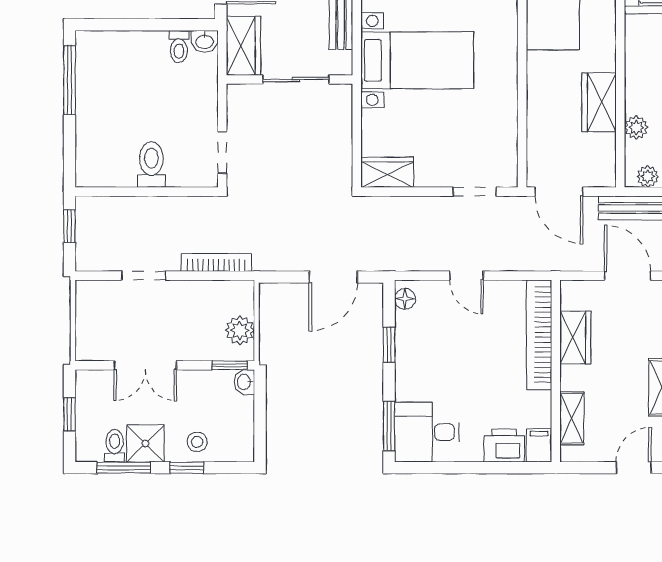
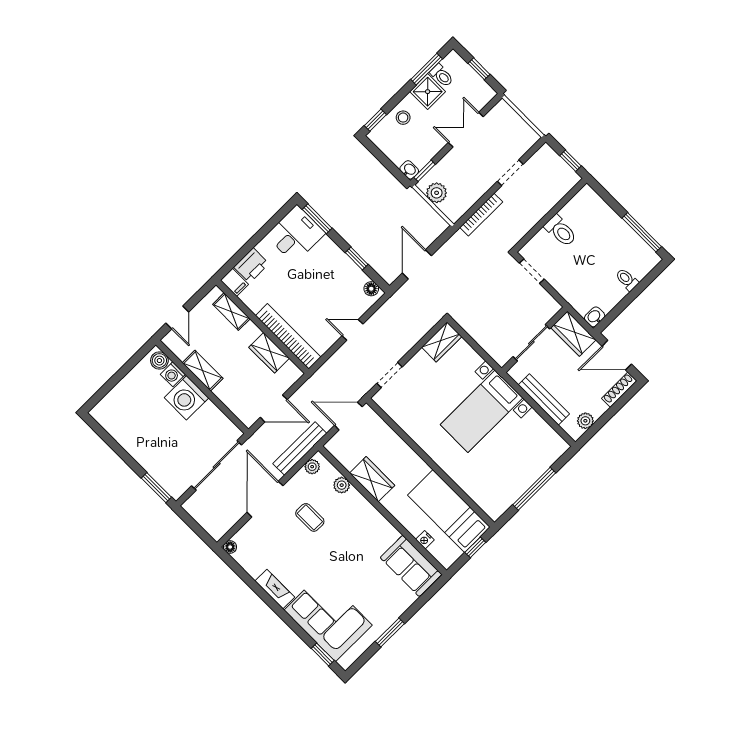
toilet: (179, 47) -> (627, 280), moved
window: (187, 468) -> (375, 120), moved

